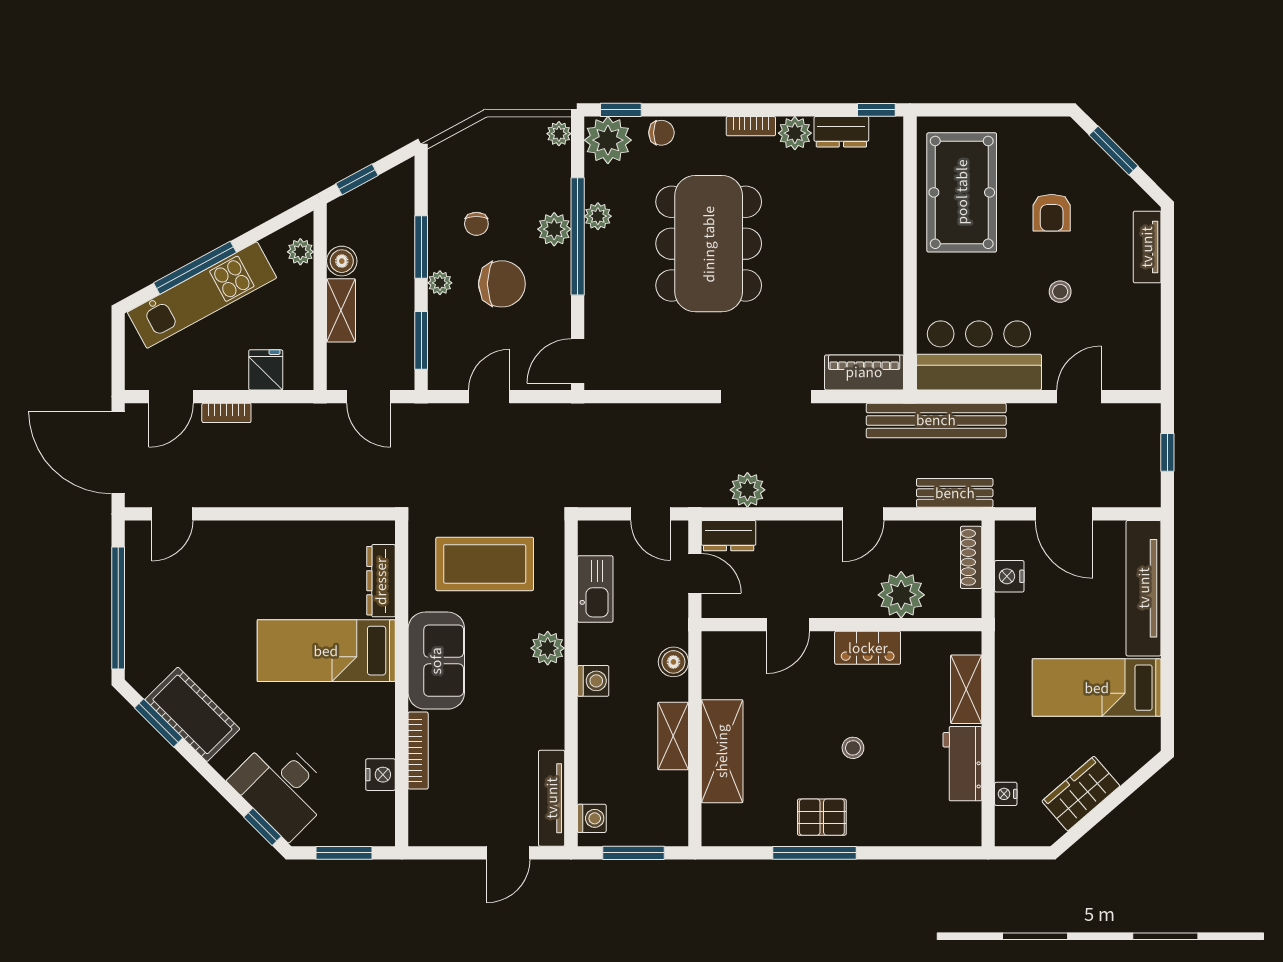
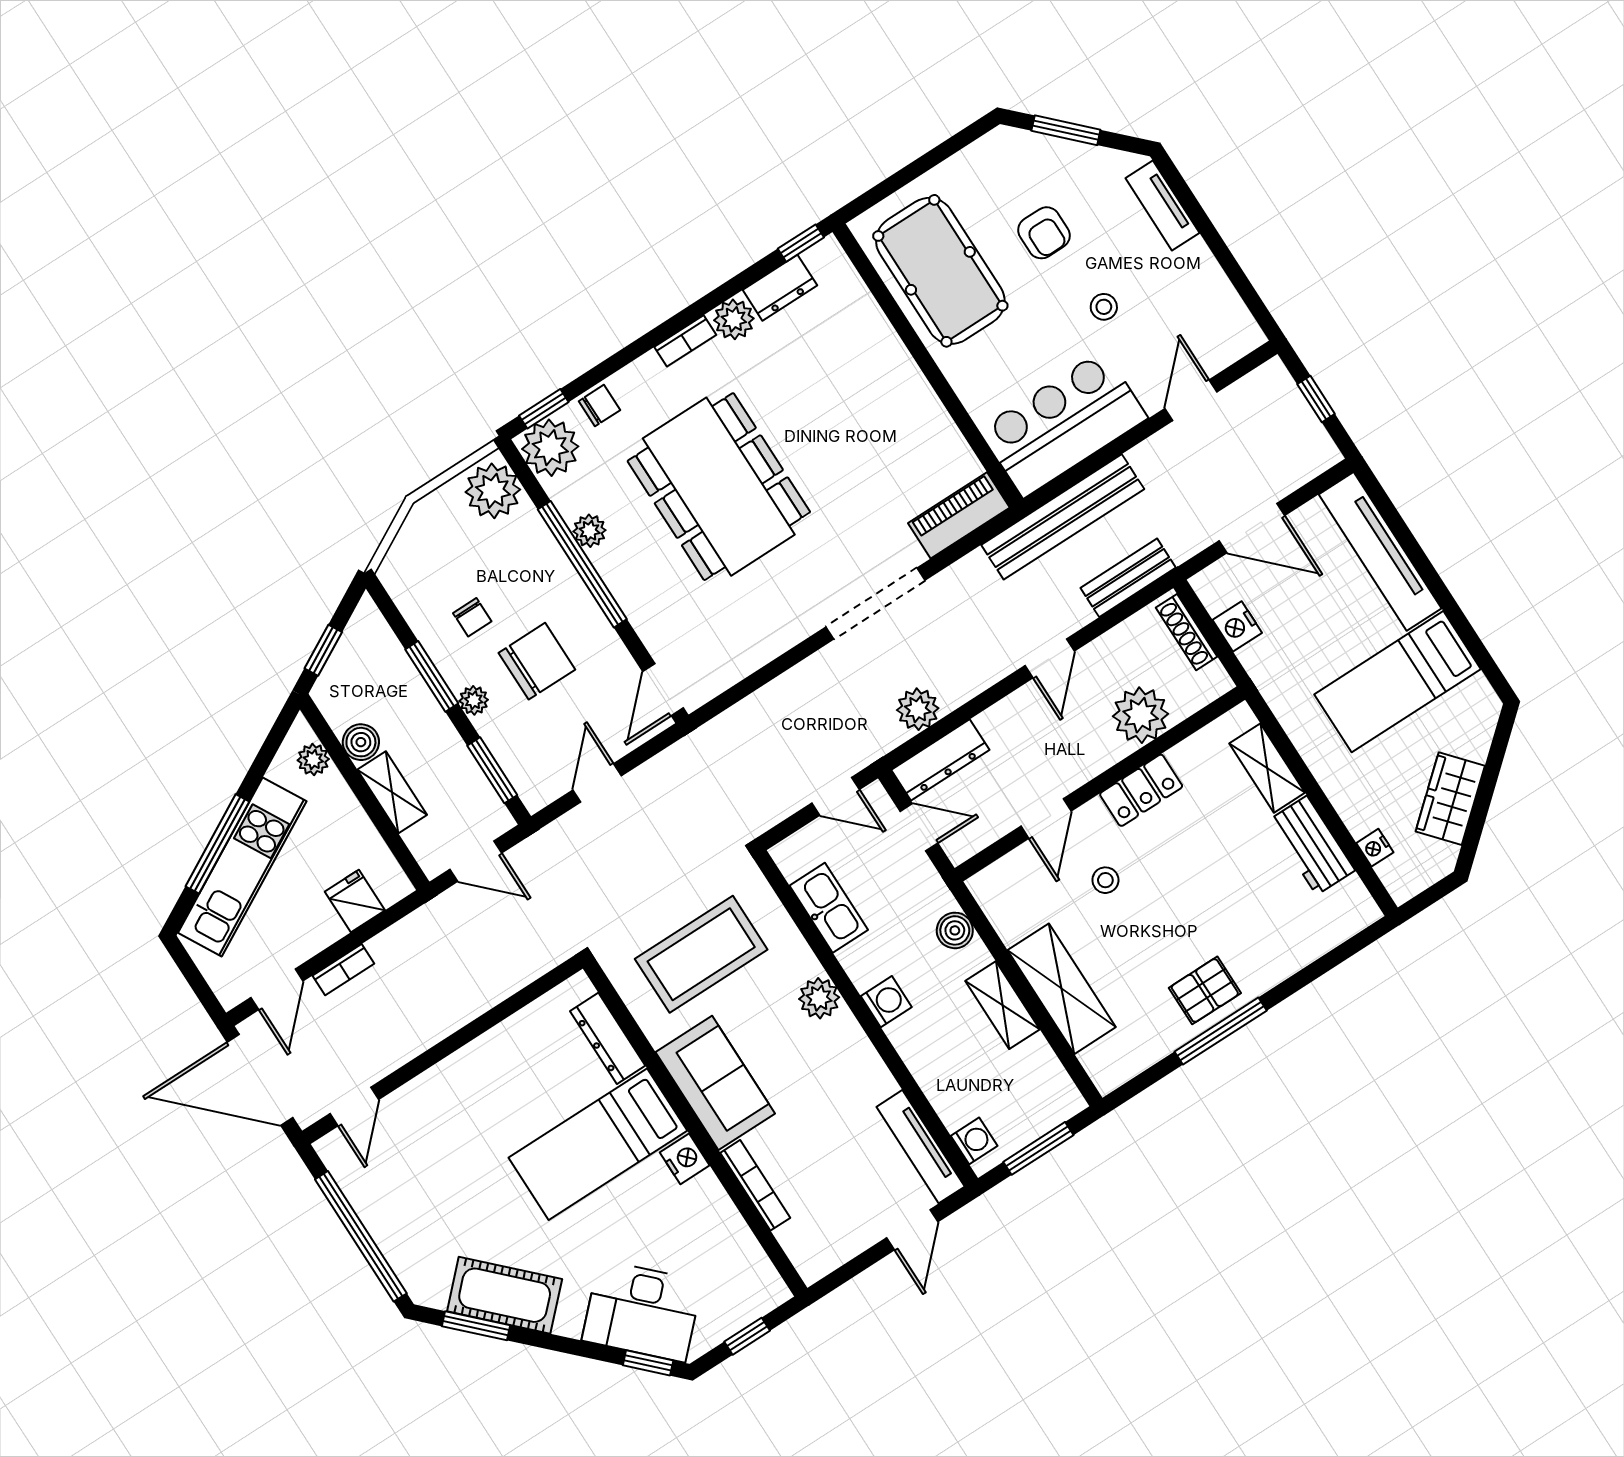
plant: (559, 134) -> (493, 491), width x1.88, depth x1.88
plant: (554, 229) -> (554, 572), removed
dresser: (729, 536) -> (940, 760), width x1.44
stool: (853, 748) -> (1105, 880), moved
nightstand: (381, 775) -> (685, 1159), moved
window: (344, 853) -> (747, 1336), width x0.67

